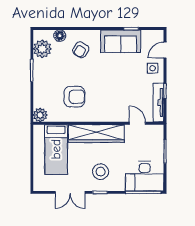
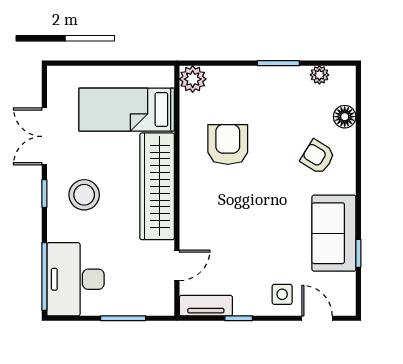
plant: (42, 49) -> (319, 75), width x0.53, depth x0.53
armchair: (74, 97) -> (228, 144), turned 180
tv unit: (158, 102) -> (206, 306), width x0.71

